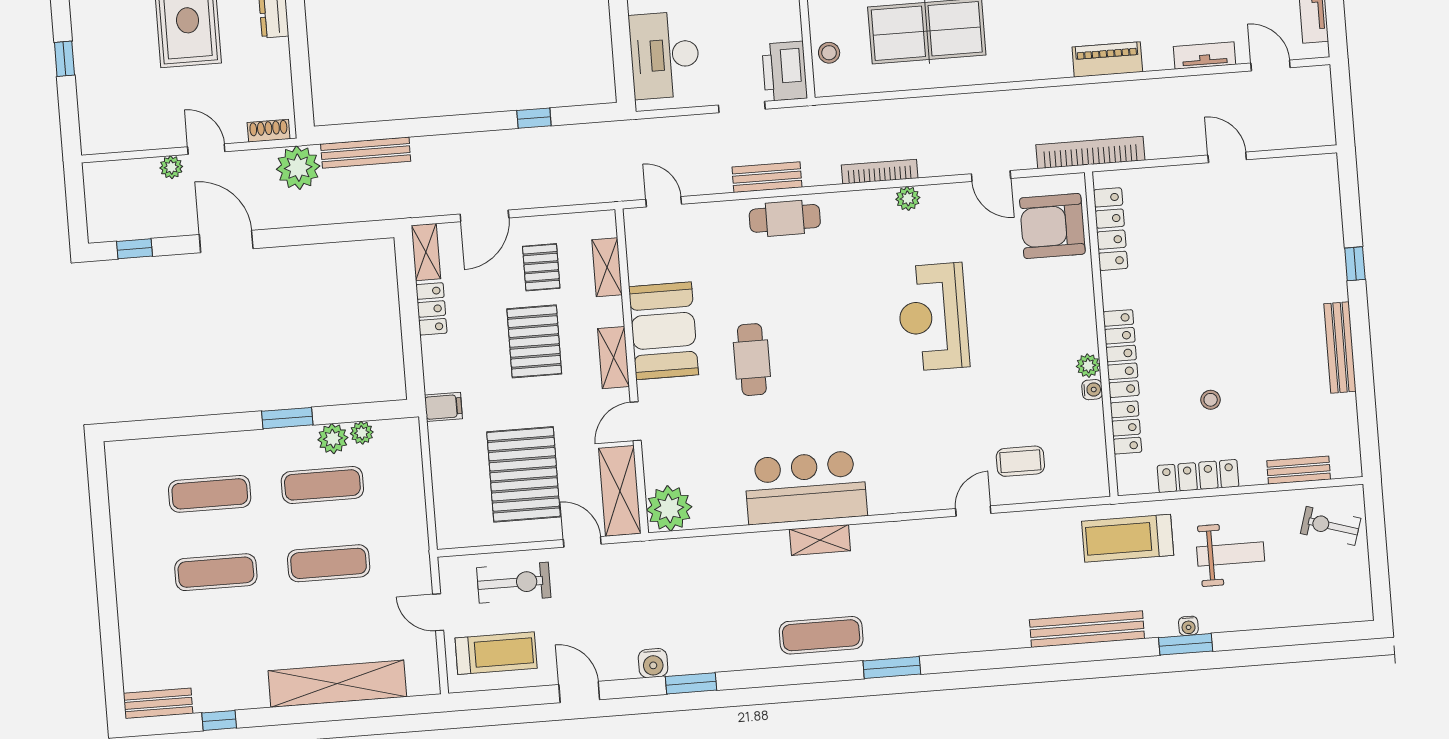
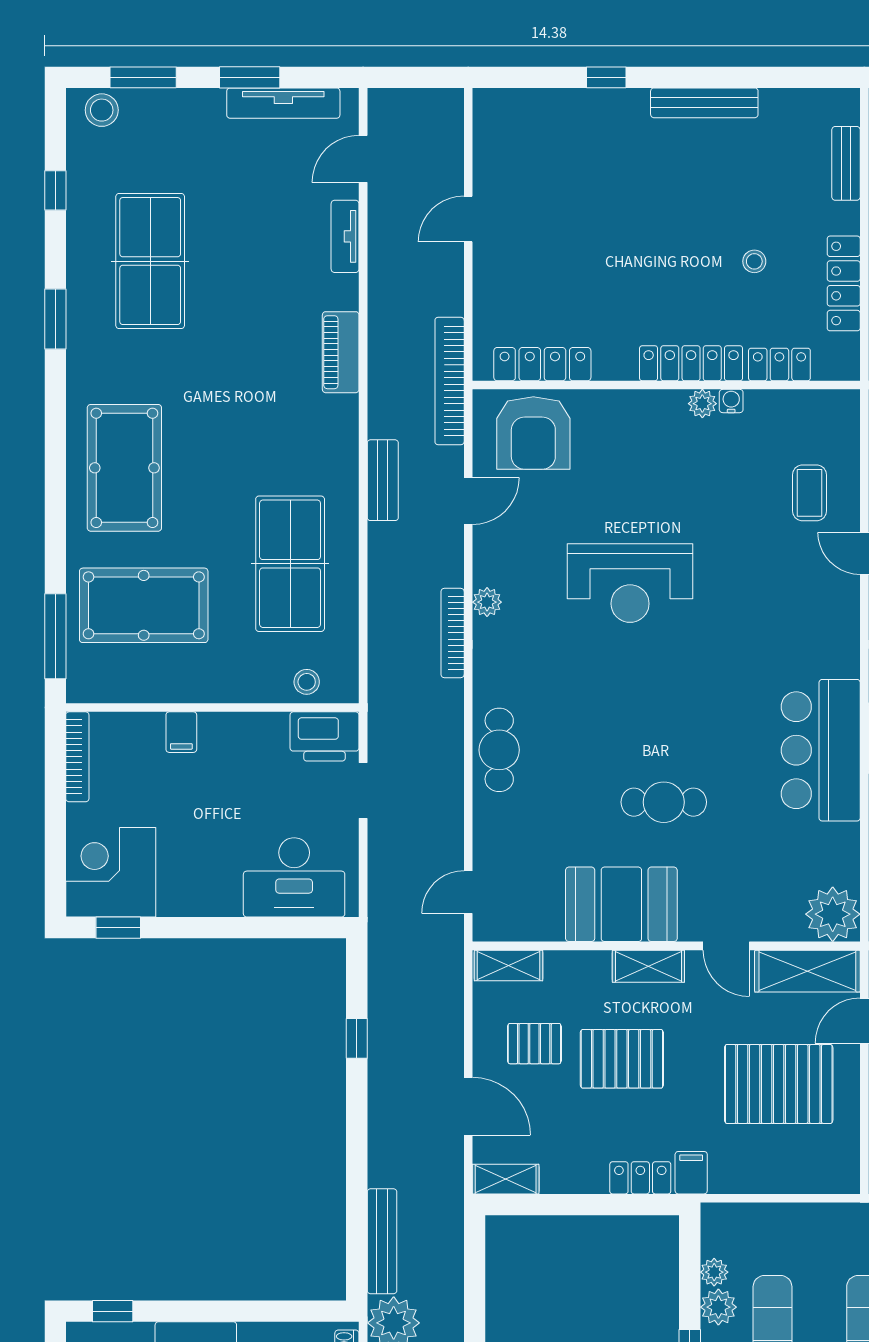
bench: (767, 177) -> (383, 480), moved
shelving: (607, 267) -> (508, 965), moved
locker: (431, 309) -> (640, 1178), moved

